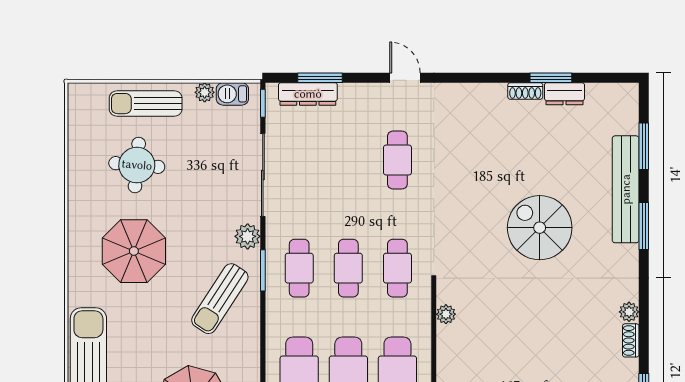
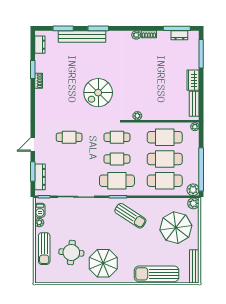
door: (405, 78) -> (33, 144), moved
dresser: (565, 94) -> (40, 45), moved
spiral stairs: (540, 228) -> (98, 93), moved
plant: (248, 236) -> (103, 204), removed
parasol: (134, 251) -> (103, 263), moved
cafe table: (299, 268) -> (117, 181), width x1.37, depth x1.35

